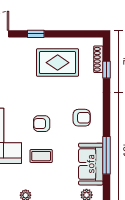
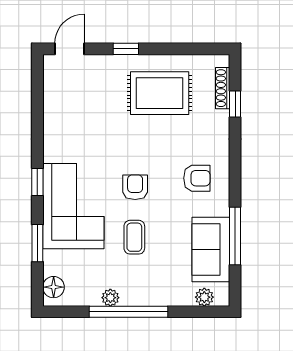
armchair: (42, 124) -> (135, 187), turned 90
coffee table: (41, 156) -> (134, 237), turned 90

